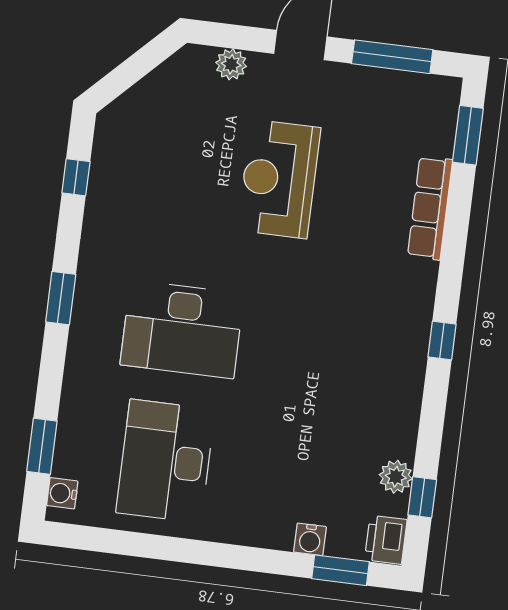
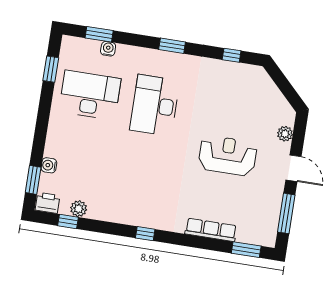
water cooler: (62, 493) -> (108, 49), moved
window: (115, 542) -> (51, 69), added

